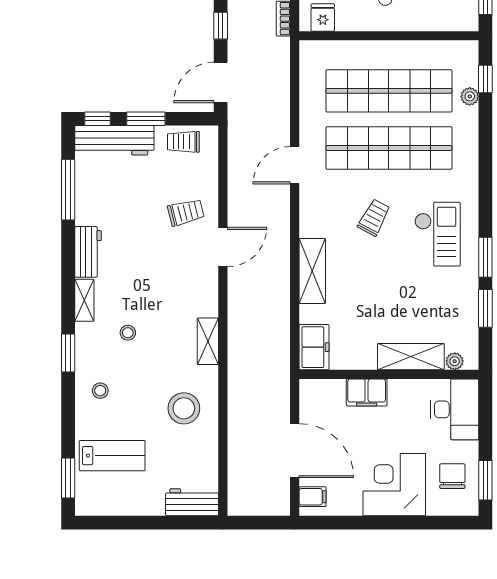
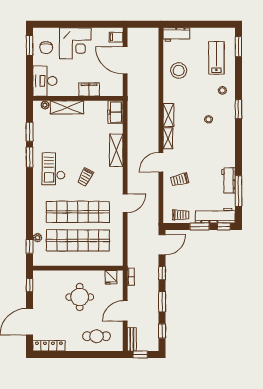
workbench: (88, 252) -> (228, 180), moved
shelving: (84, 300) -> (168, 138), moved
stool: (184, 408) -> (179, 70), moved
lab bench: (112, 456) -> (216, 58), turned 90

